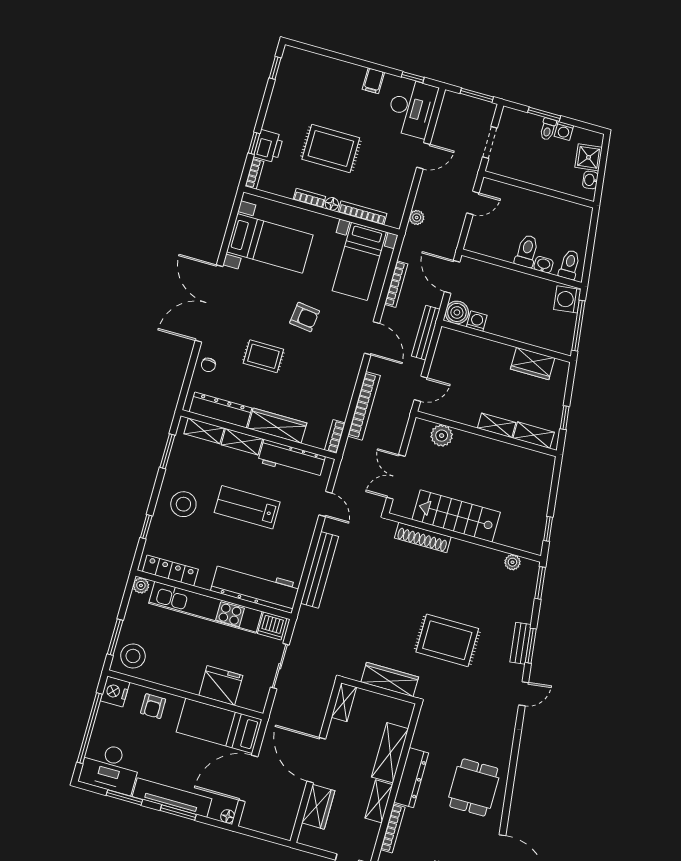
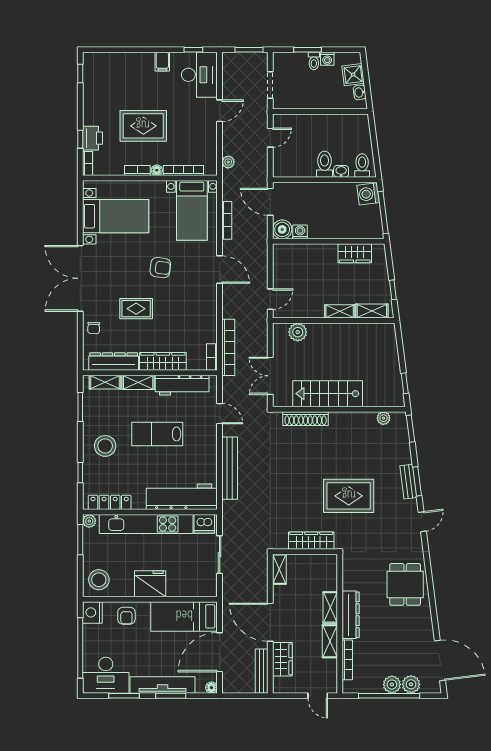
bench: (426, 333) -> (262, 671), moved
bookcase: (364, 406) -> (228, 347), moved
window: (115, 637) -> (80, 540), moved
fridge: (221, 685) -> (150, 584), moved
shelving: (390, 753) -> (330, 607), width x0.67, depth x0.75
dining table: (474, 787) -> (405, 584), moved

